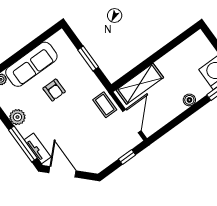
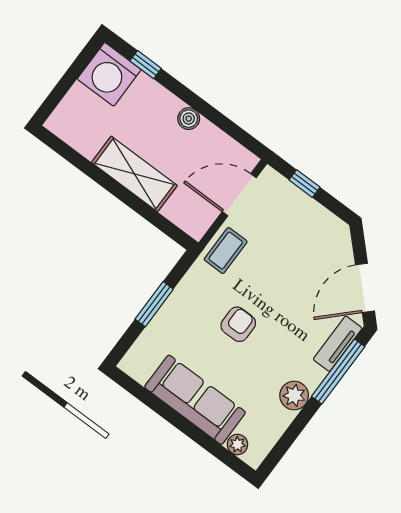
shelving: (140, 84) -> (134, 174), moved
armchair: (54, 90) -> (238, 324), moved
boiler: (189, 100) -> (189, 119), moved

